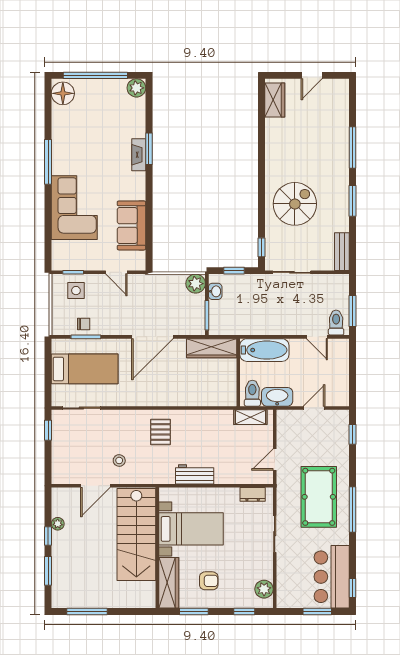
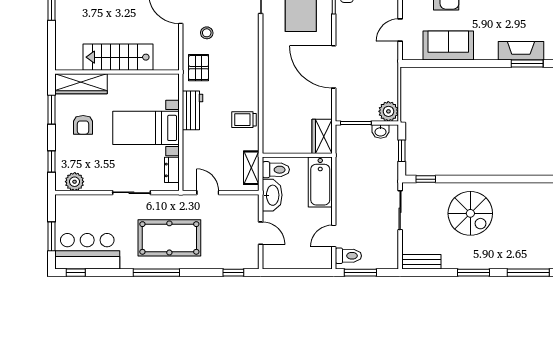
fireplace: (139, 155) -> (521, 51), width x1.37, depth x1.32
wardrobe: (212, 348) -> (322, 136), width x0.67
trolley: (204, 424) -> (244, 120), added
pallet: (161, 432) -> (199, 68), moved, turned 90
bed with nightstands: (191, 529) -> (146, 128), moved, turned 90
stairs: (136, 535) -> (118, 57), width x0.73, depth x0.66

